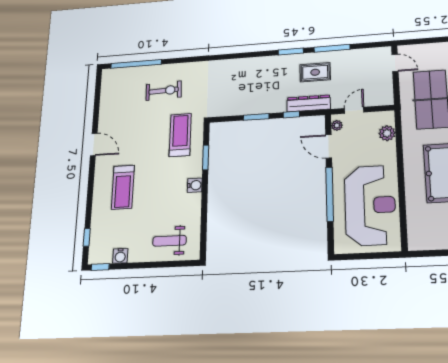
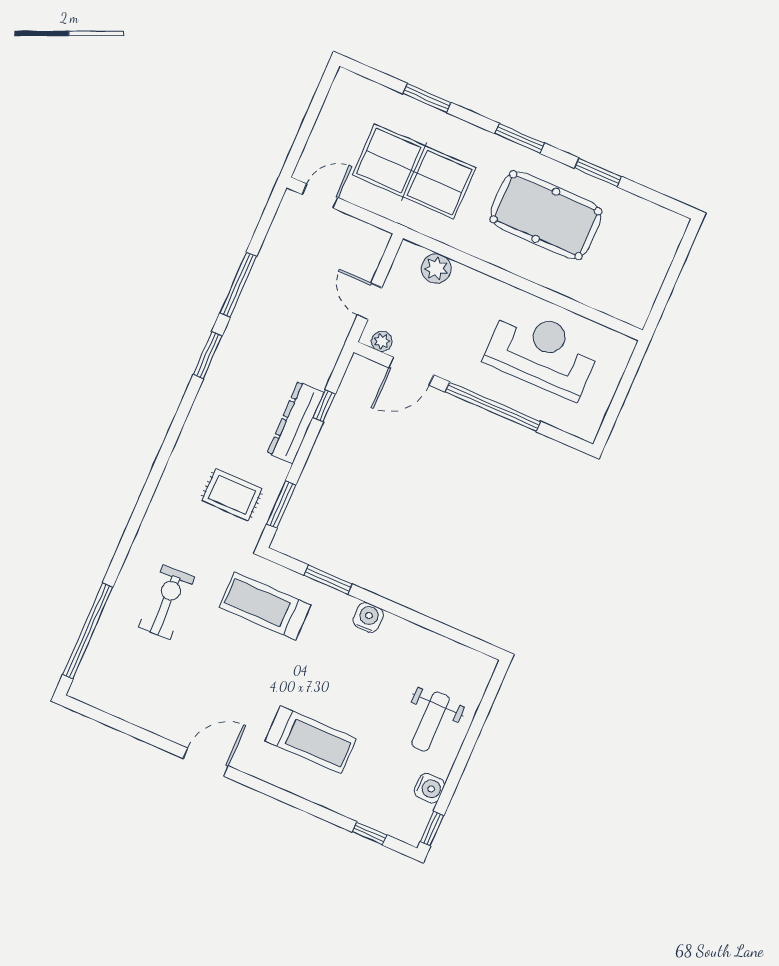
rug: (315, 72) -> (232, 495), moved, turned 90
dresser: (309, 103) -> (295, 423), moved
window: (256, 117) -> (281, 504), moved
reception desk: (370, 205) -> (542, 353), width x0.74, depth x0.77
weight bench: (169, 241) -> (431, 721), moved

